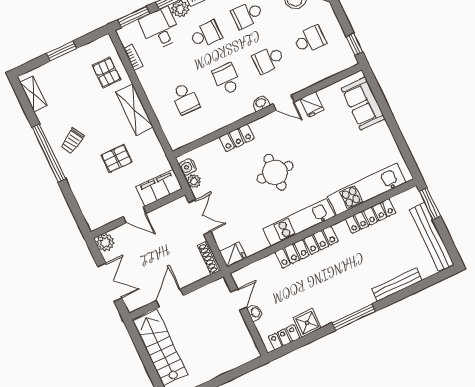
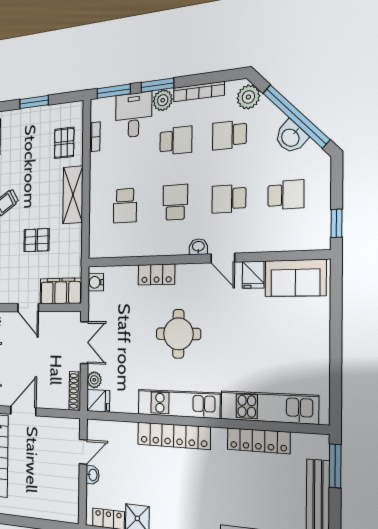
sofa: (363, 104) -> (295, 278), moved, turned -90
plant: (194, 181) -> (94, 380), moved

